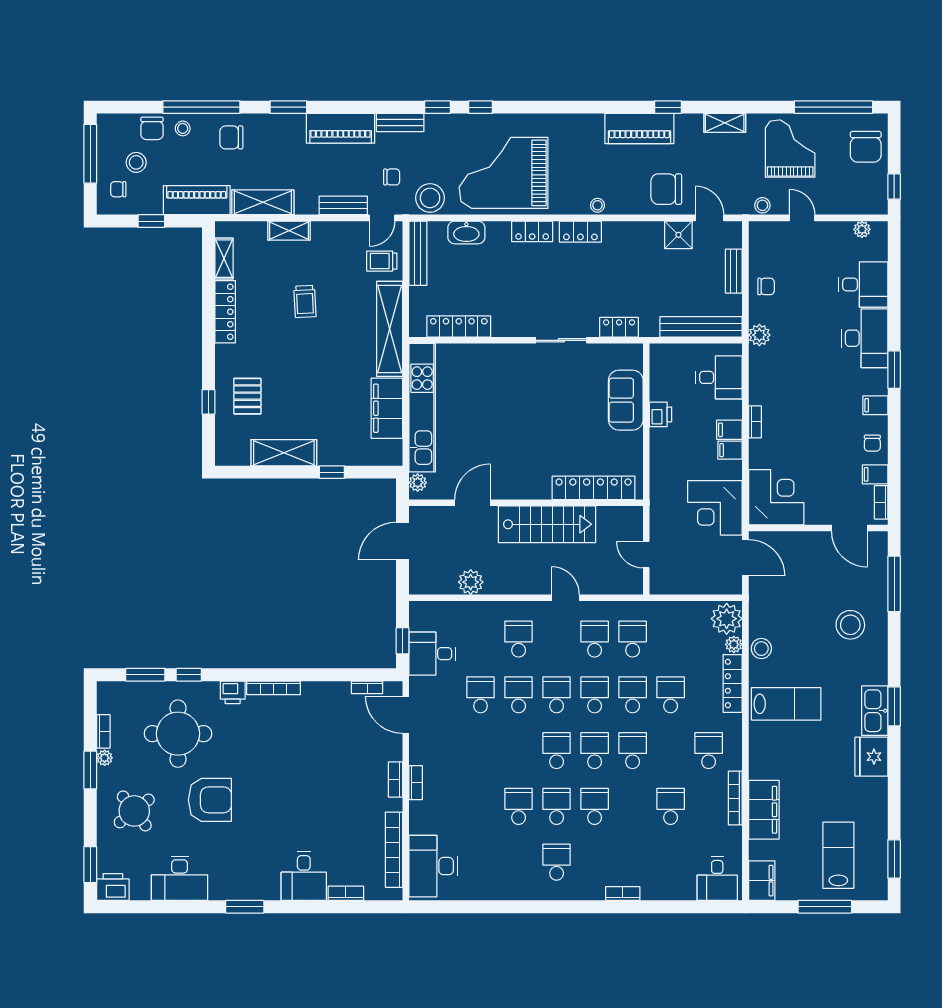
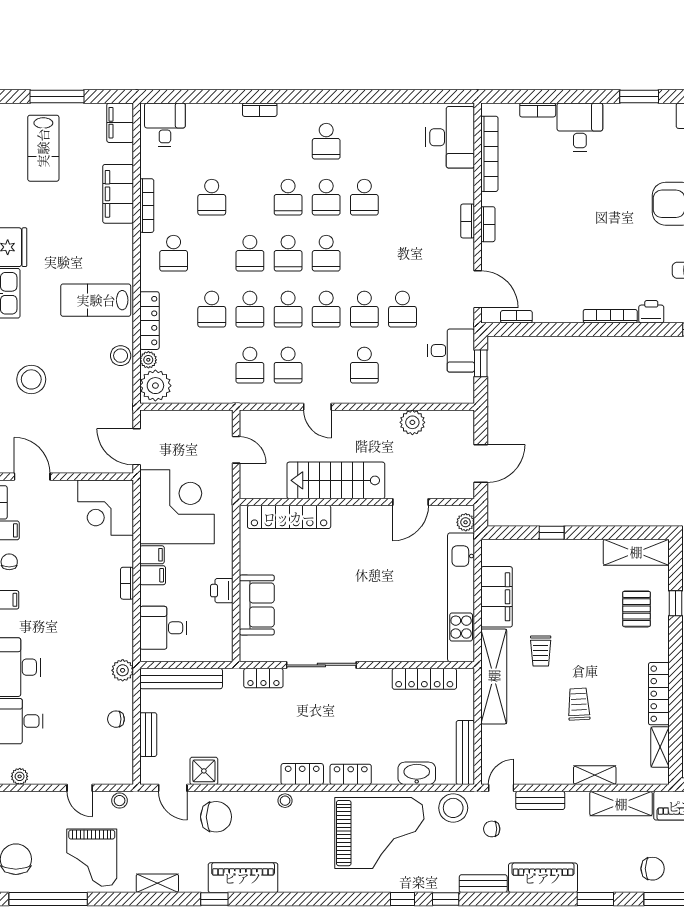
trolley: (382, 261) -> (541, 651), moved, turned 90
sliding door: (561, 340) -> (321, 665), width x1.37
shelving: (284, 453) -> (636, 552), moved
corner desk: (715, 508) -> (177, 507), width x1.36, depth x1.36

